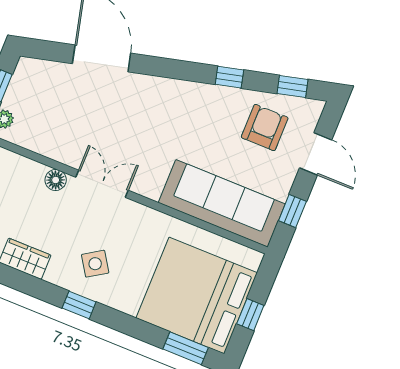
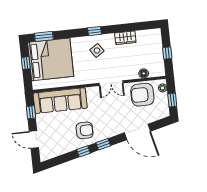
window: (292, 86) -> (103, 144), moved
armchair: (52, 127) -> (142, 95), added
armchair: (265, 128) -> (85, 130), moved, turned -90
floor lamp: (56, 180) -> (144, 73), moved

